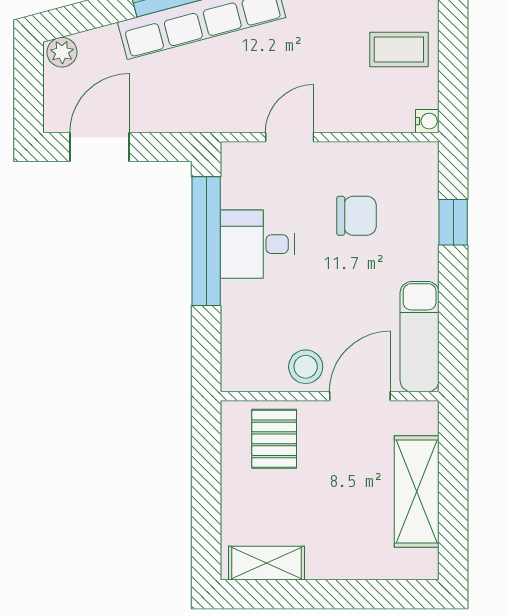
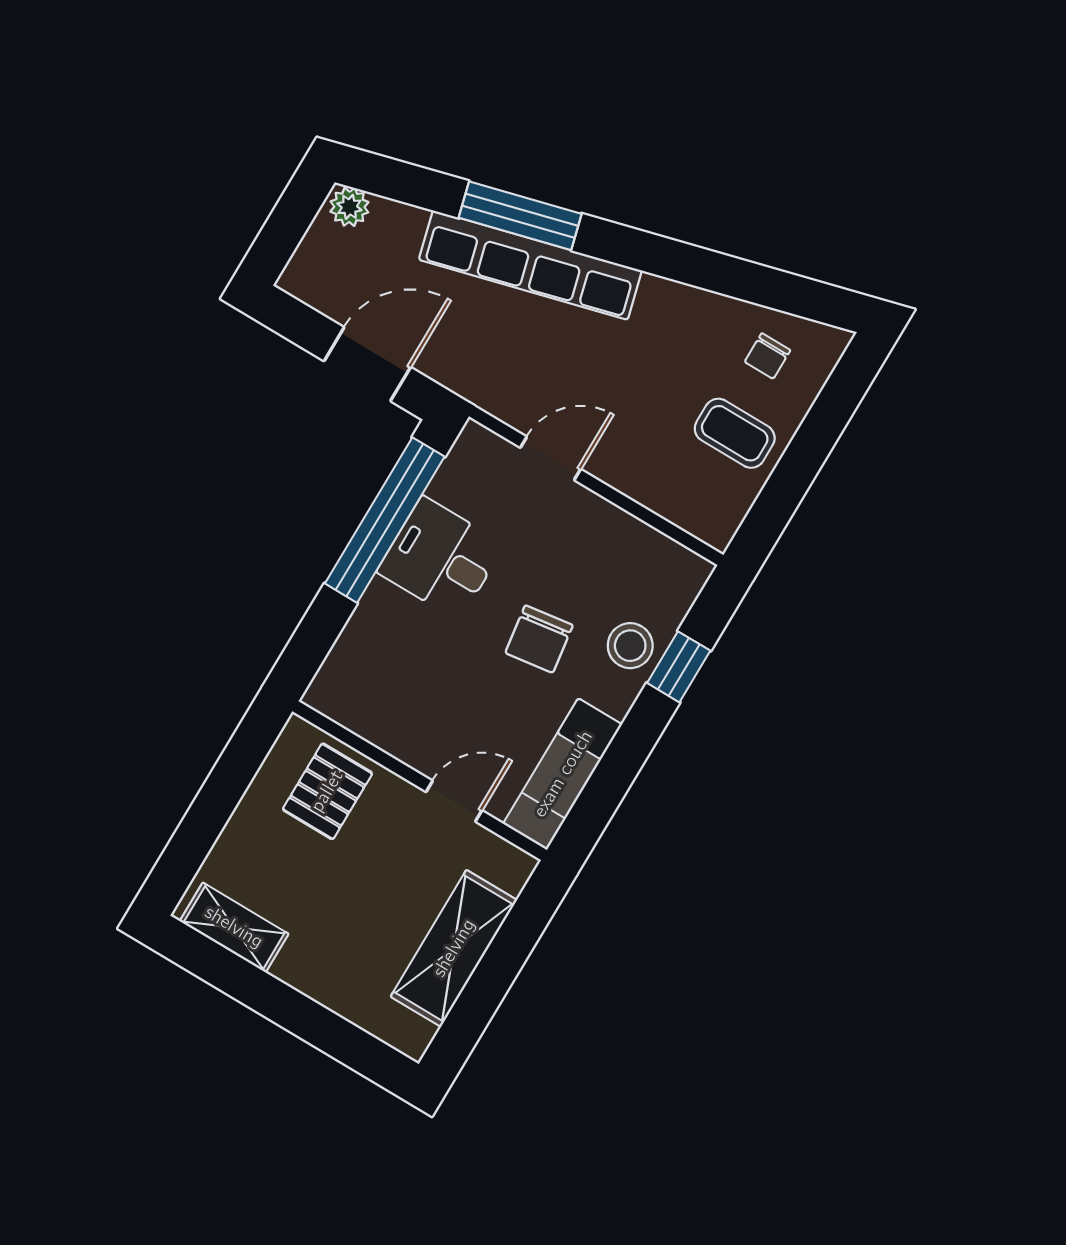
water cooler: (427, 121) -> (718, 534), removed
door: (100, 147) -> (367, 364), moved
chair: (356, 216) -> (539, 639), moved, turned 82
stool: (306, 367) -> (630, 646), moved
door: (360, 396) -> (454, 801), width x0.73

